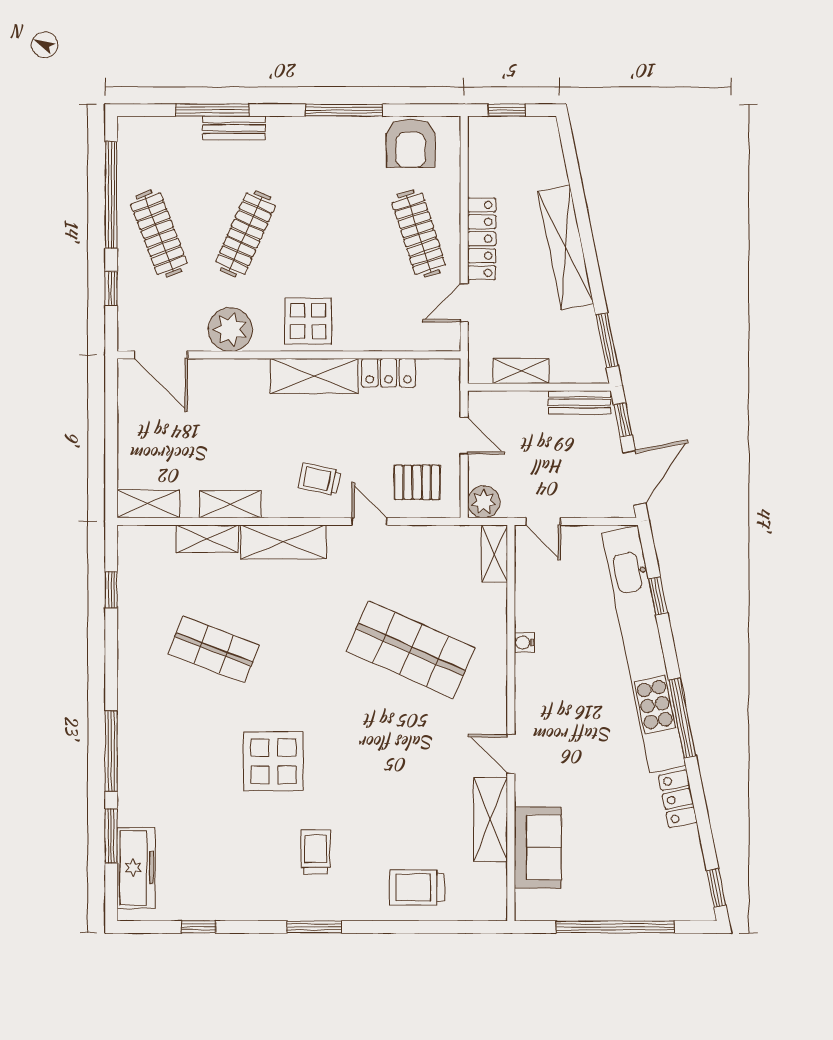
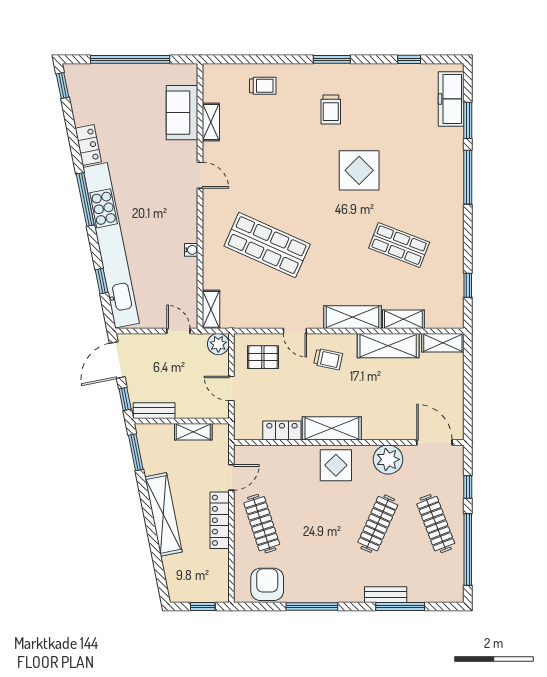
shelving: (230, 504) -> (388, 346), width x1.50, depth x1.33
shelving: (490, 819) -> (211, 122), width x0.67, depth x0.75
trolley: (417, 887) -> (263, 86), width x0.73, depth x0.72

